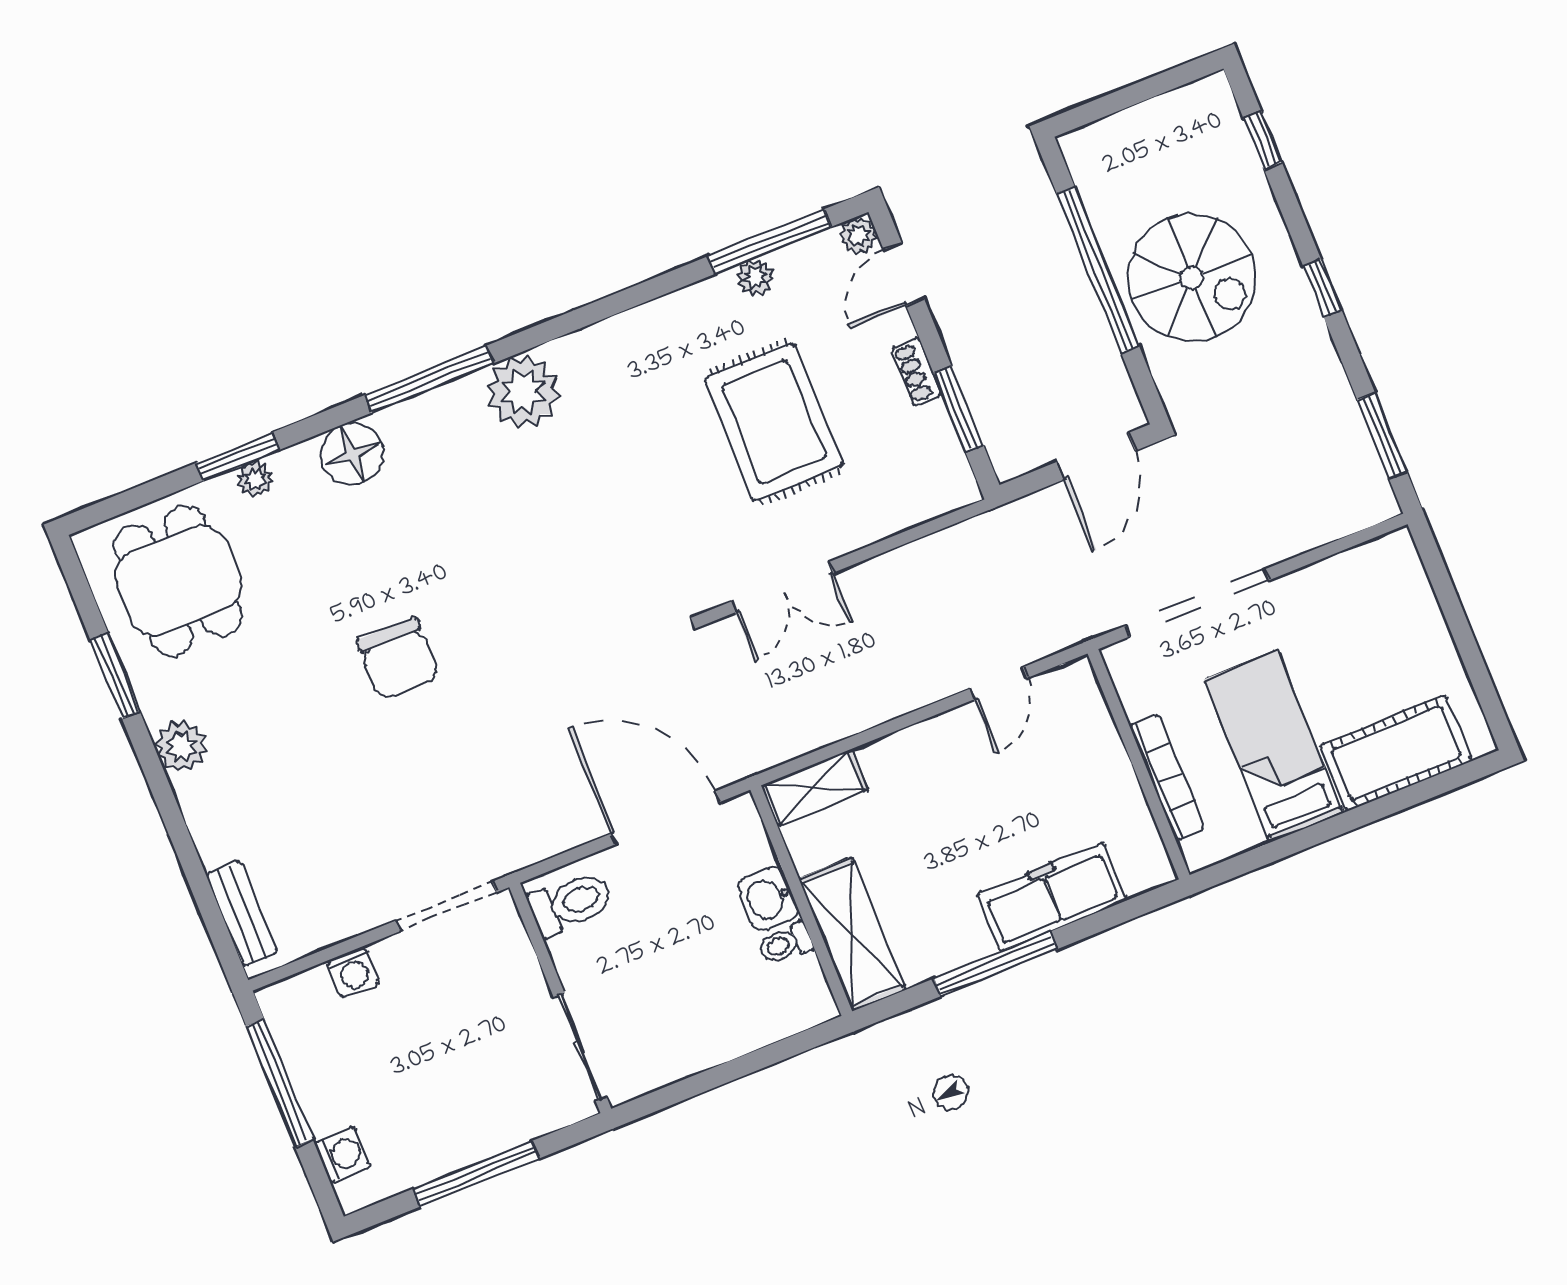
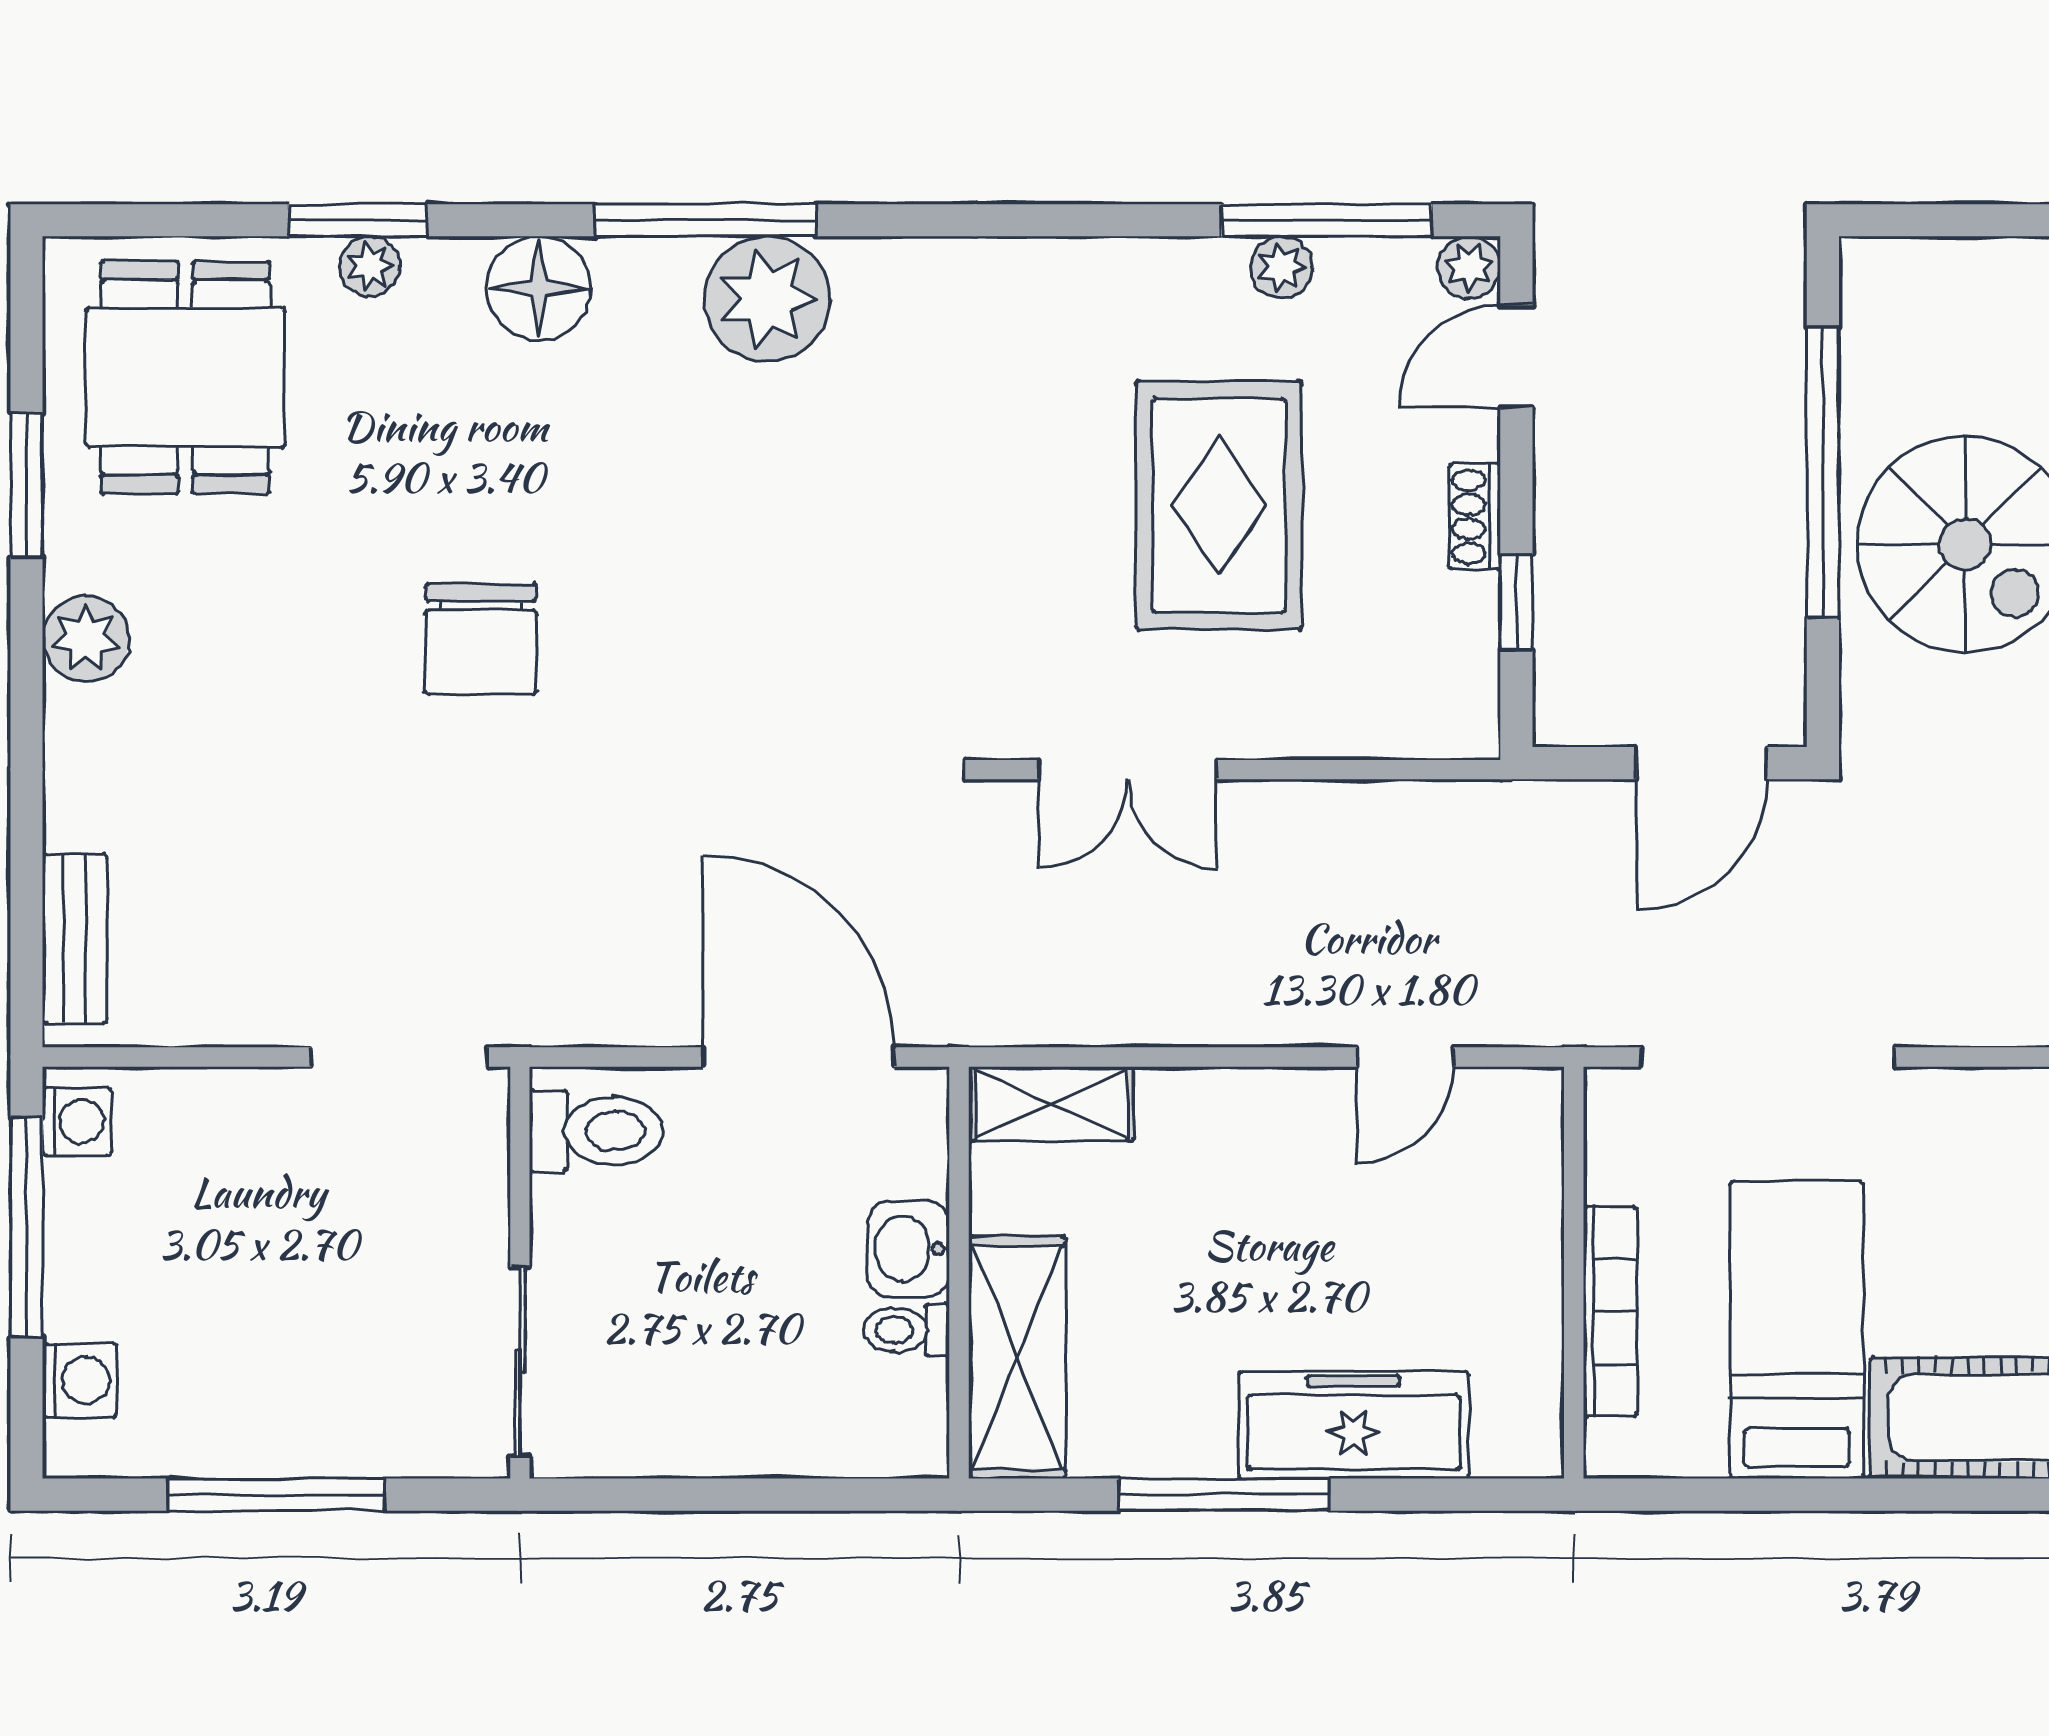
plant: (523, 391) -> (767, 299), moved
window: (958, 409) -> (1516, 602), width x0.67
washing machine: (353, 972) -> (77, 1122), moved, turned -90

